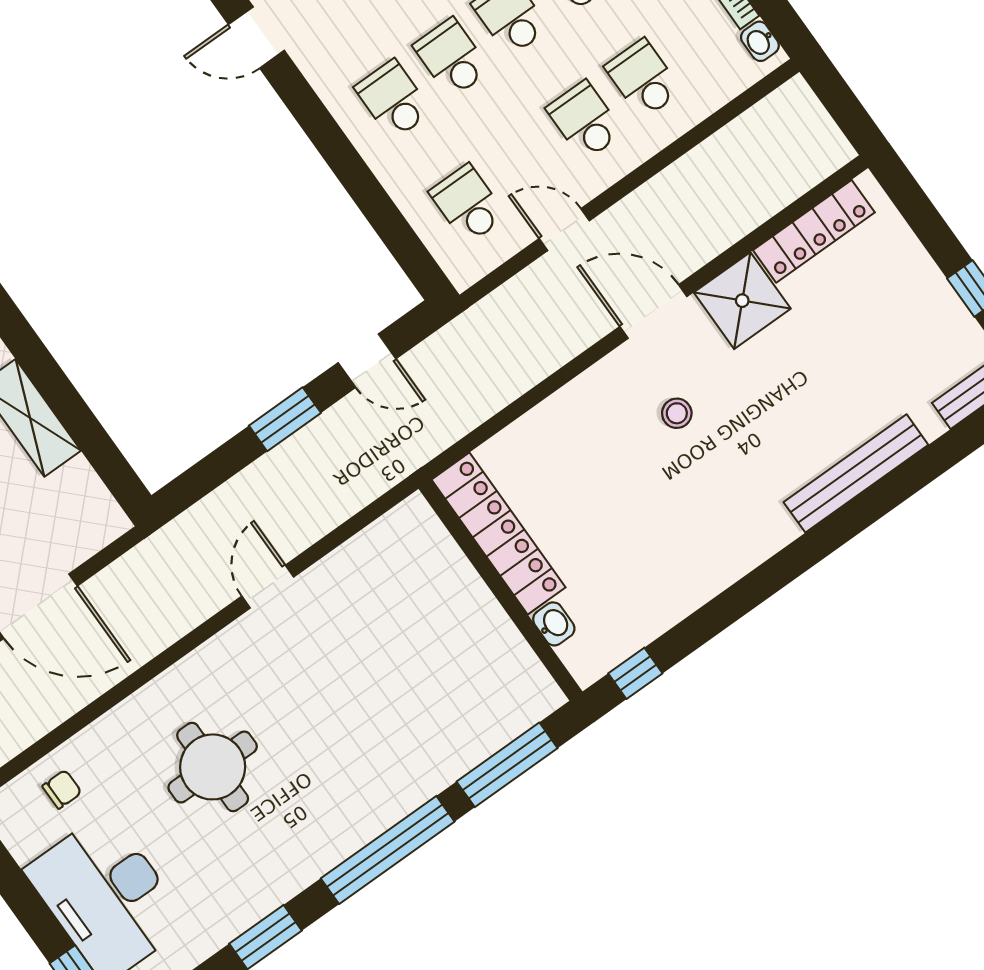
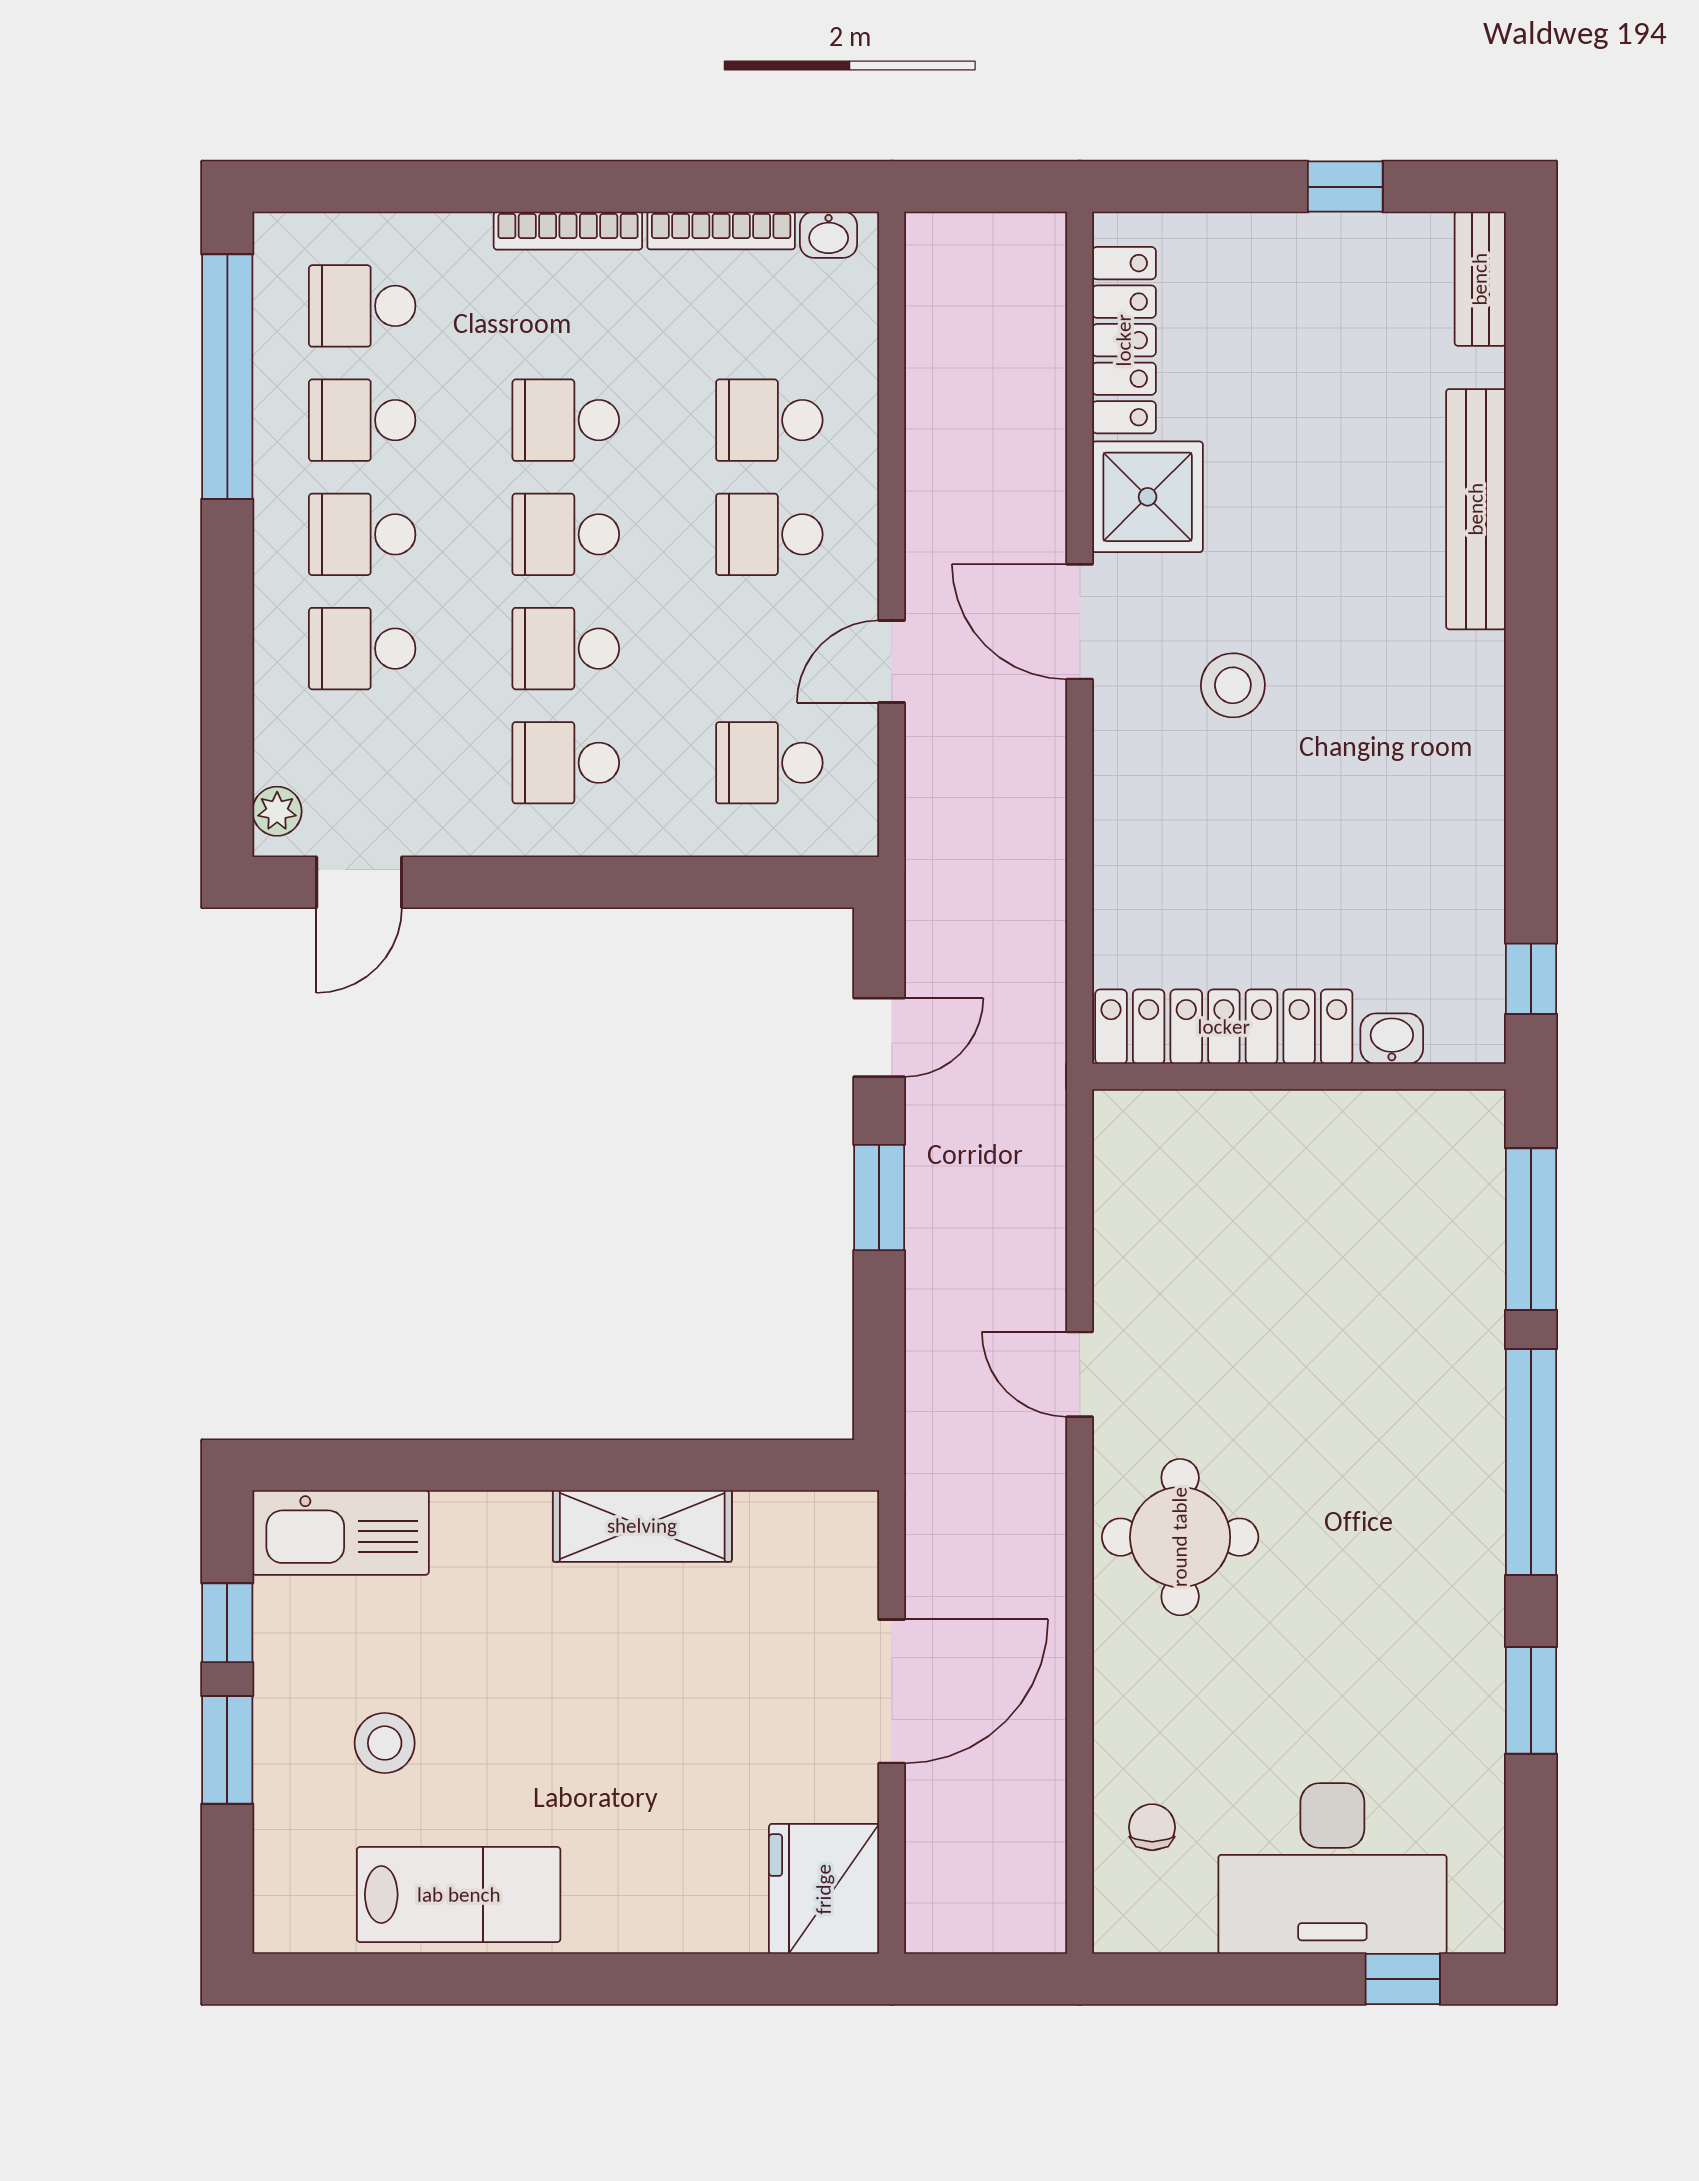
door: (653, 311) -> (1080, 622), hinge flipped
stool: (677, 413) -> (1233, 685), width x1.37, depth x1.37
round table: (213, 767) -> (1180, 1537), moved

